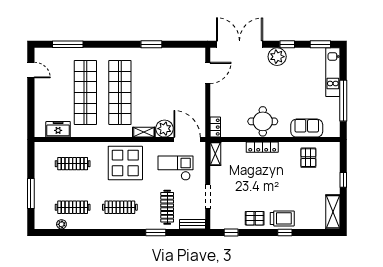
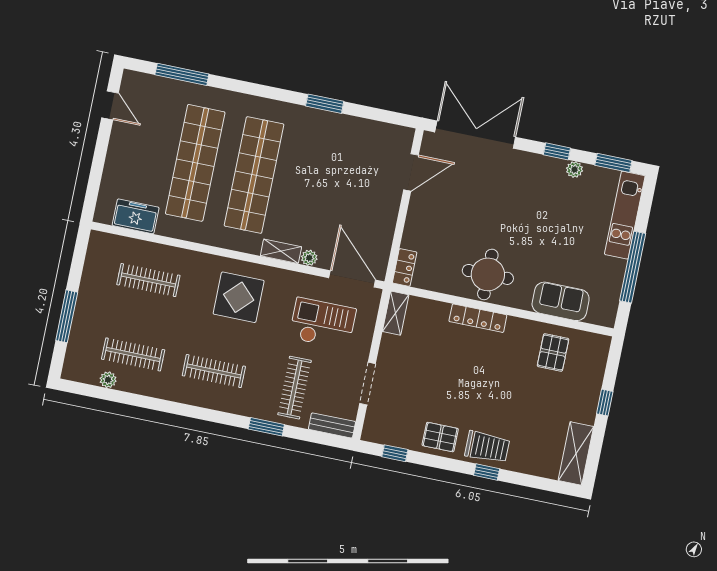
plant: (277, 57) -> (574, 170), moved, width x0.53, depth x0.53
plant: (164, 129) -> (309, 258), width x0.53, depth x0.53
display table: (125, 163) -> (239, 297), width x0.73, depth x0.73

